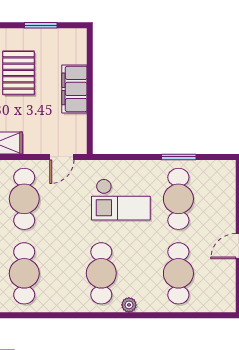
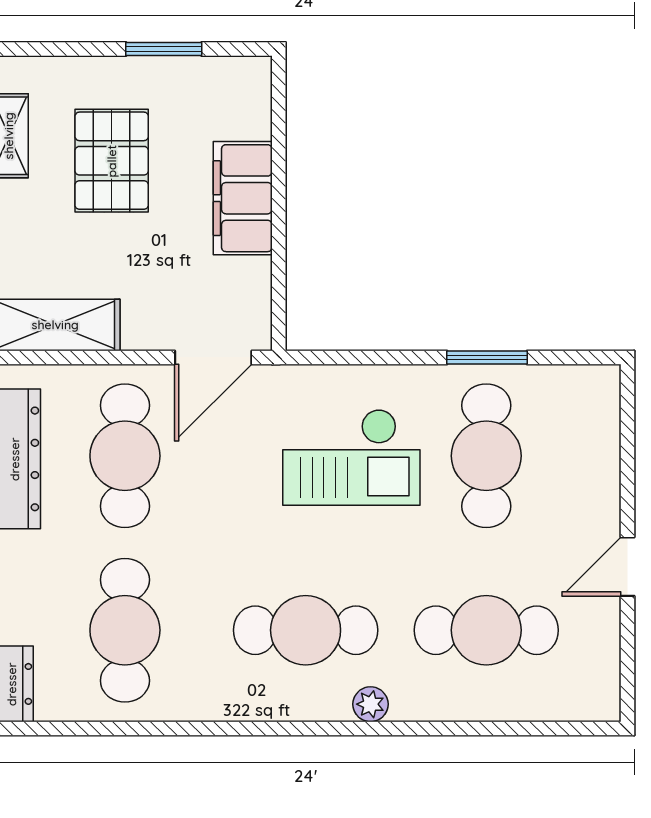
door: (62, 157) -> (213, 357), width x1.38
cafe table: (101, 273) -> (306, 630), turned 90
cafe table: (178, 273) -> (486, 630), turned 90

